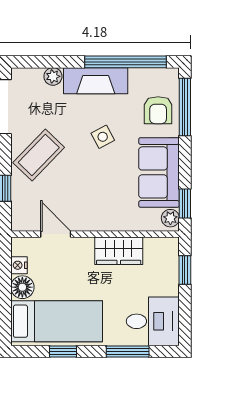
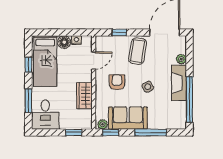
window: (185, 107) -> (151, 132), moved
armchair: (158, 110) -> (117, 82), moved, turned 90
coffee table: (39, 155) -> (138, 51), turned 55

